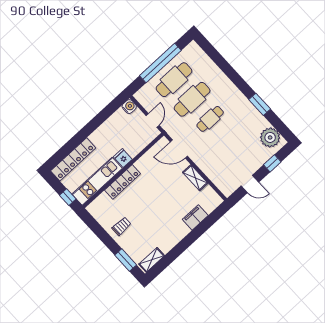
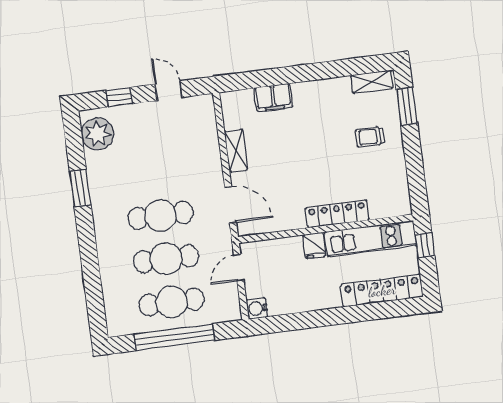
cafe table: (210, 119) -> (160, 215), width x1.37, depth x1.35
trolley: (121, 226) -> (370, 137), moved

